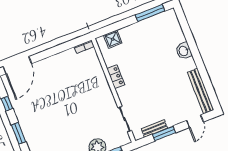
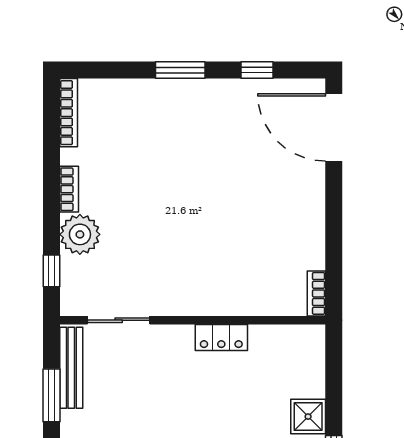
shower: (113, 39) -> (308, 417), moved
bench: (154, 128) -> (71, 368), width x1.36

